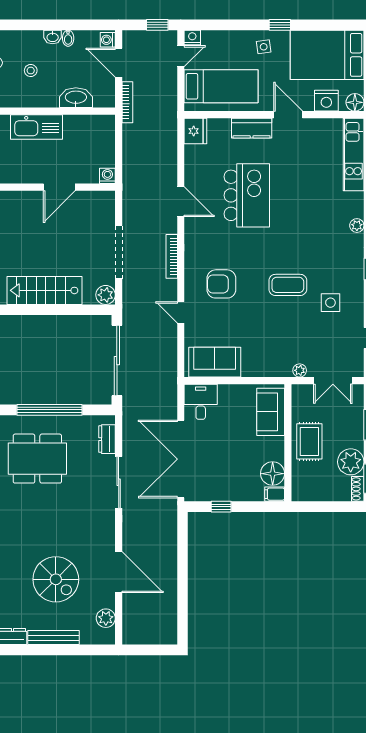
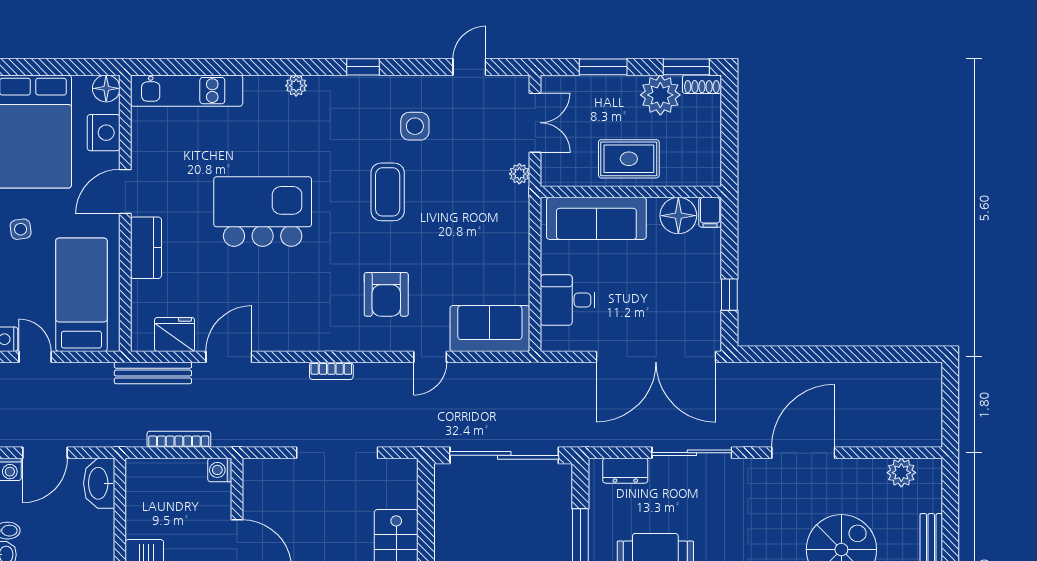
washbasin: (76, 98) -> (99, 483), moved
bookcase: (127, 102) -> (179, 439), moved
fridge: (195, 131) -> (175, 334), moved
bench: (170, 133) -> (153, 373), added
kitchen island: (247, 195) -> (263, 212), moved
door: (181, 202) -> (229, 357), moved
bookcase: (172, 256) -> (331, 371), width x0.64
plant: (106, 295) -> (403, 473), removed
sofa: (215, 362) -> (490, 329), moved, turned 90
desk: (201, 402) -> (568, 300), moved
sofa: (271, 412) -> (596, 218), width x1.36
door: (119, 572) -> (803, 453), moved

